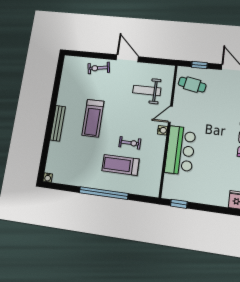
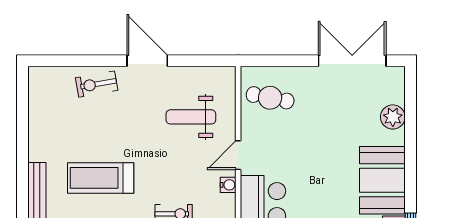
window: (199, 65) -> (279, 61), removed
treadmill: (93, 118) -> (101, 178), turned 90

